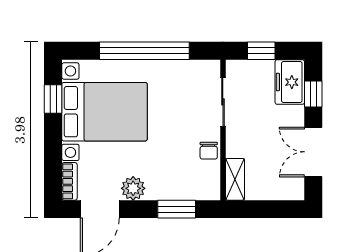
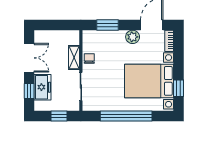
freezer: (290, 82) -> (43, 87), moved
shelving: (235, 179) -> (74, 58), moved

